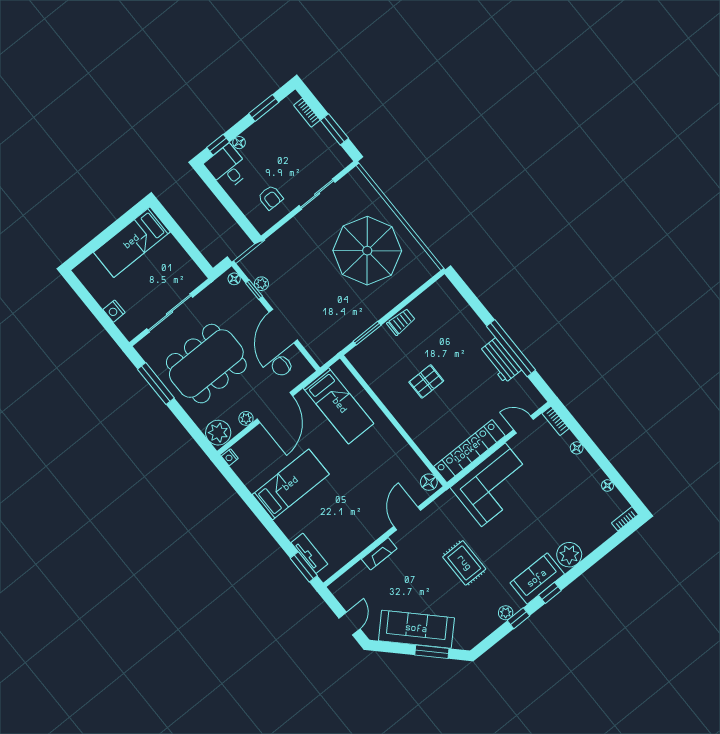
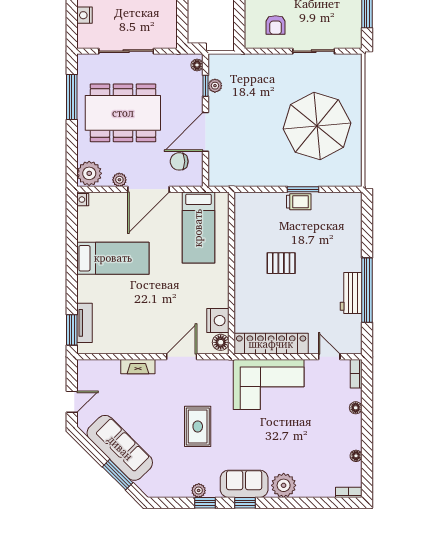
window: (367, 333) -> (303, 189), moved
nightstand: (413, 467) -> (218, 321), added

